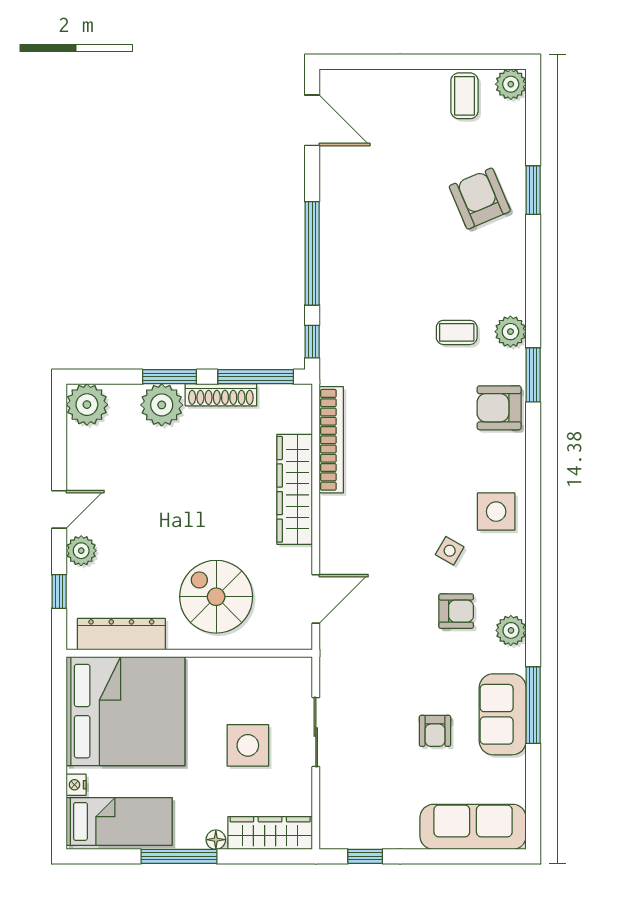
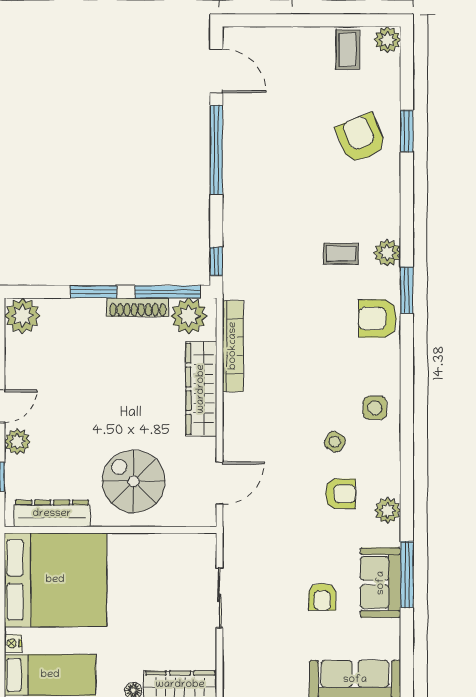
window: (312, 253) -> (216, 150), moved
plant: (162, 405) -> (189, 316), moved
side table: (496, 512) -> (375, 408), width x0.73, depth x0.73
side table: (248, 745) -> (161, 609), removed

